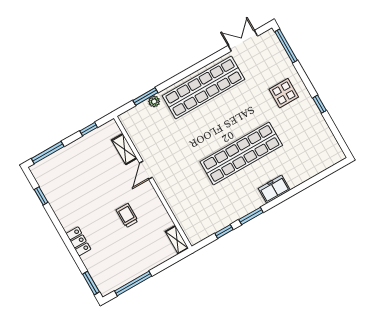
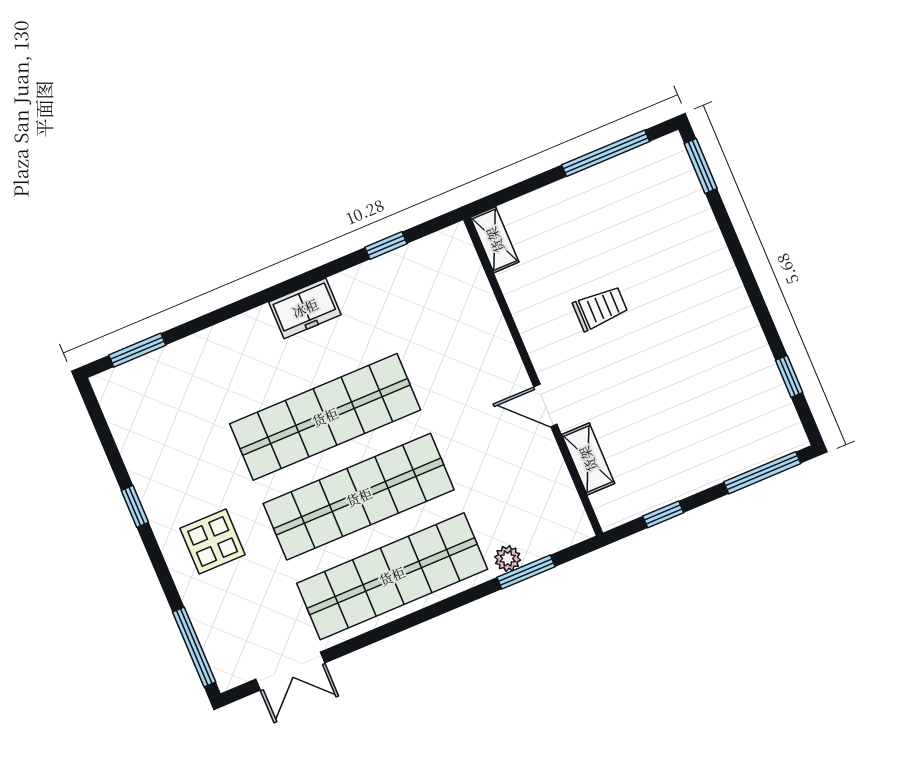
shop shelf: (222, 120) -> (359, 497), added
door: (146, 170) -> (545, 406), swing flipped
freezer: (274, 189) -> (305, 308), moved
trolley: (127, 216) -> (600, 308), turned -90
window: (251, 216) -> (137, 350), moved
locker: (78, 241) -> (717, 264), removed

